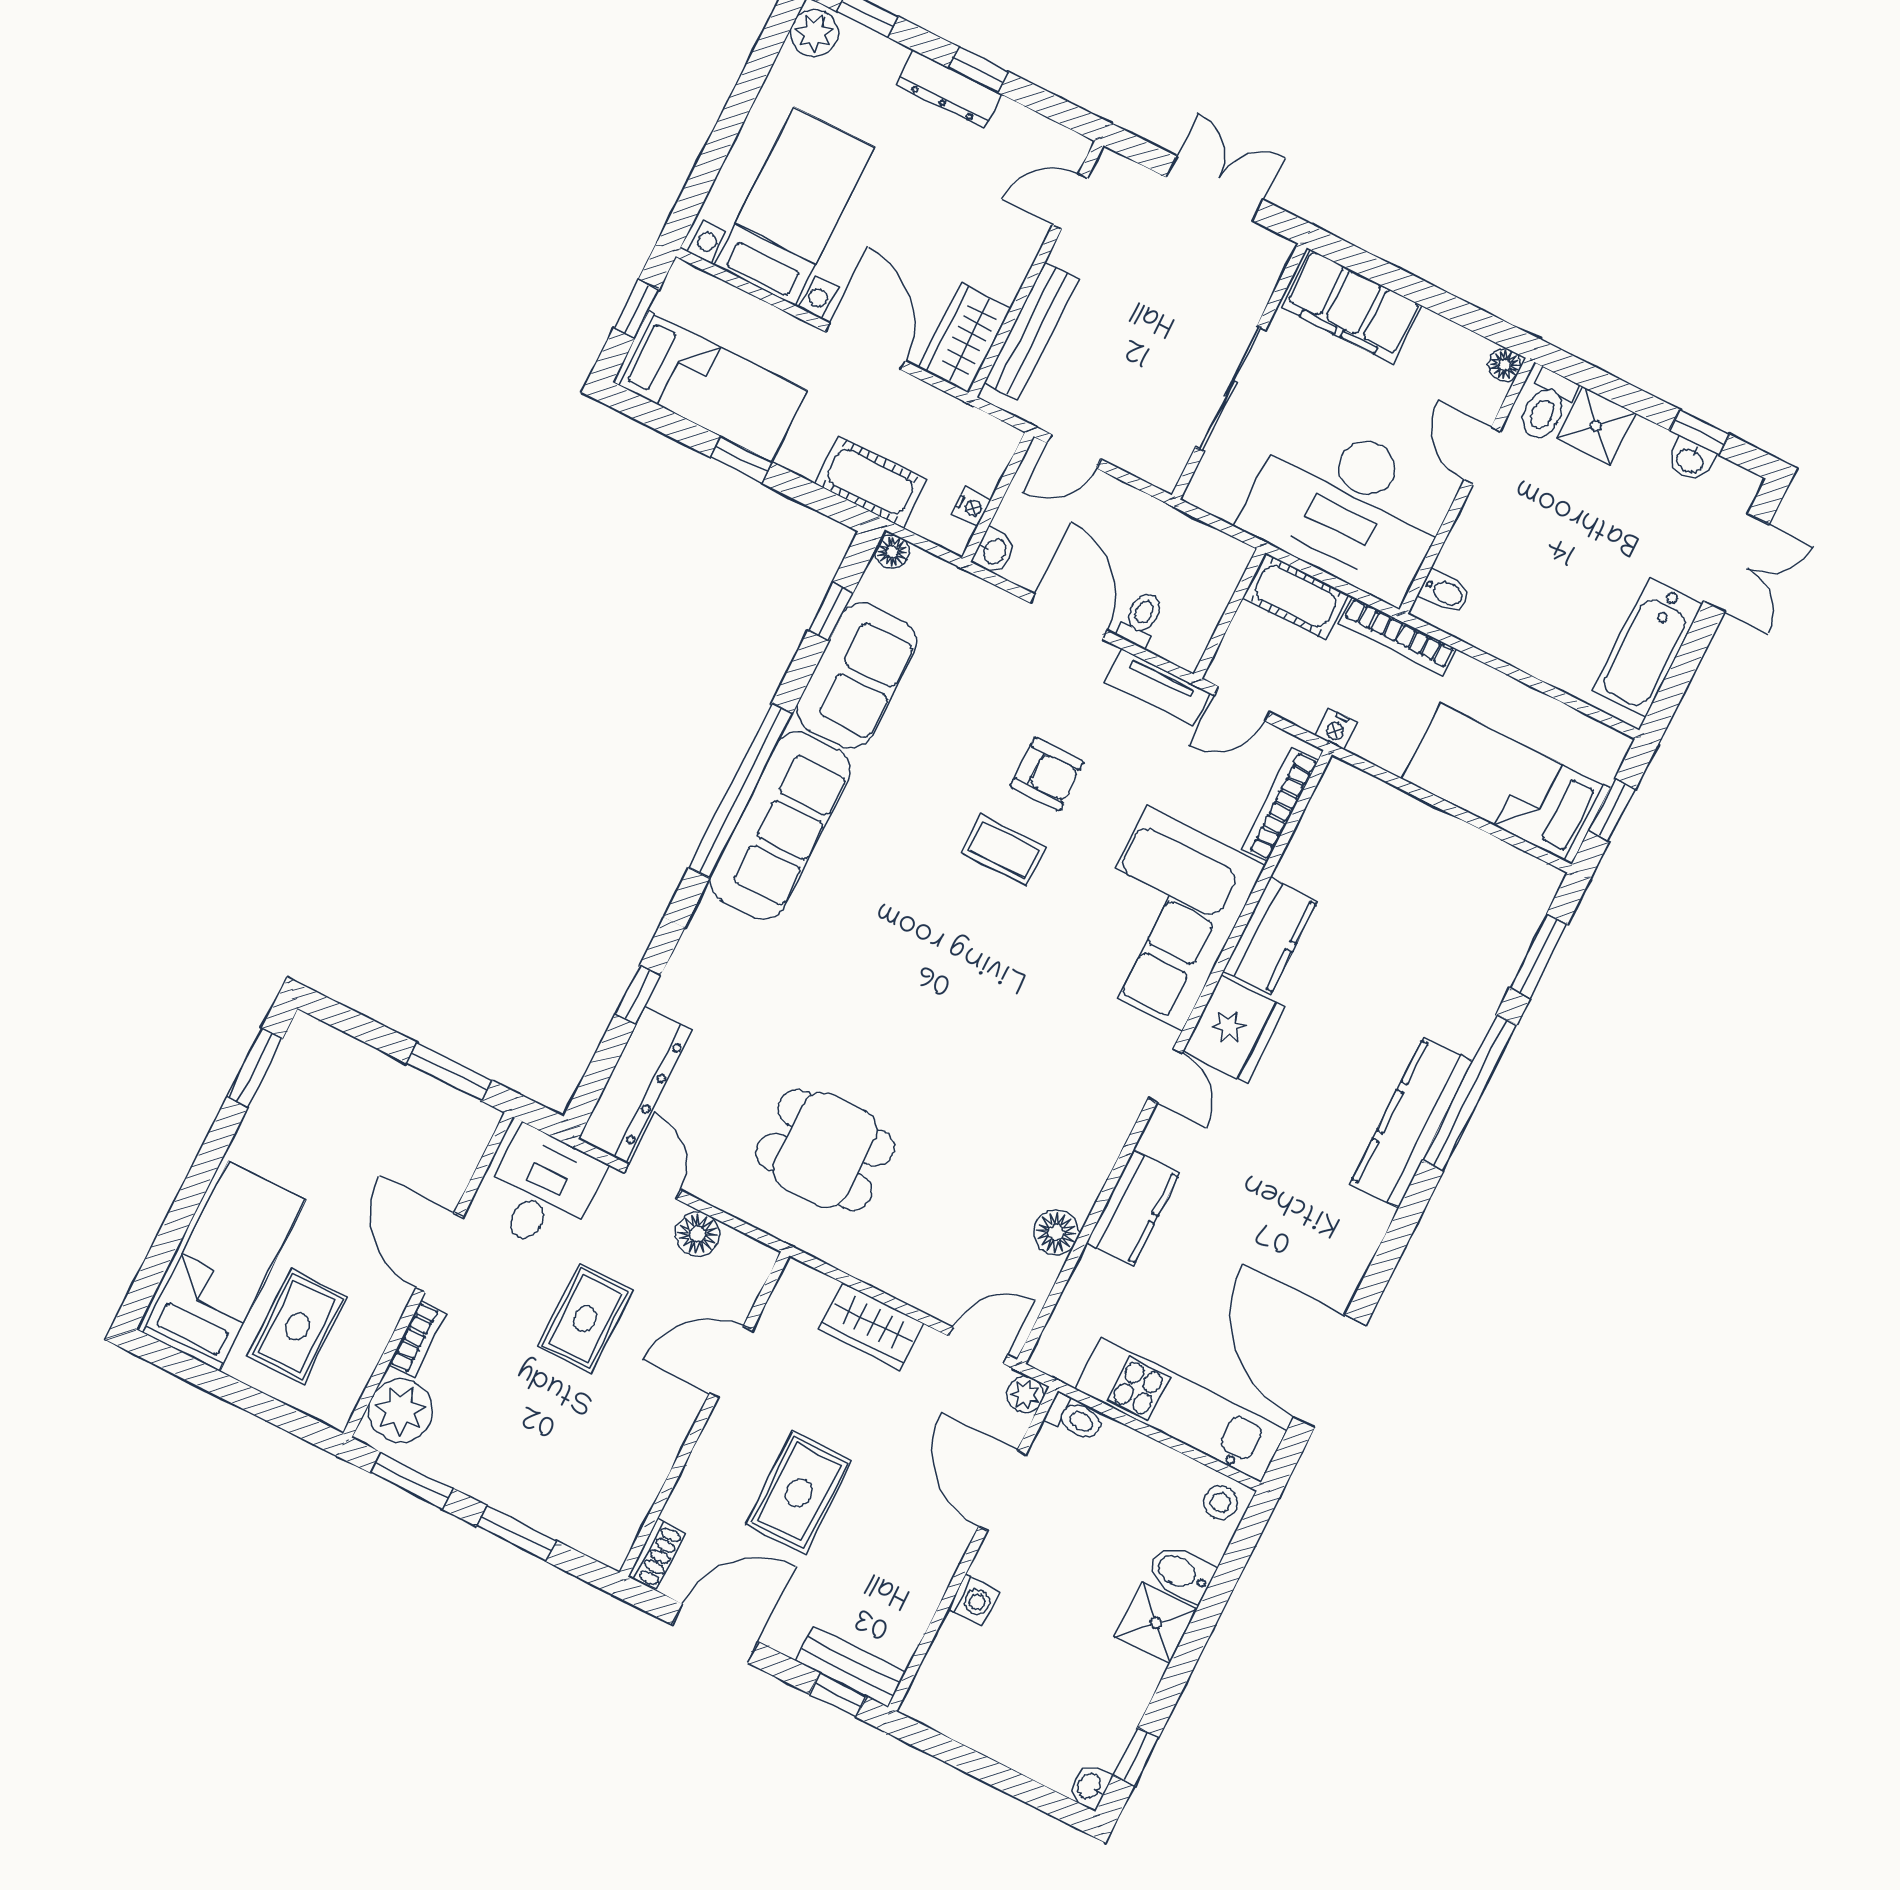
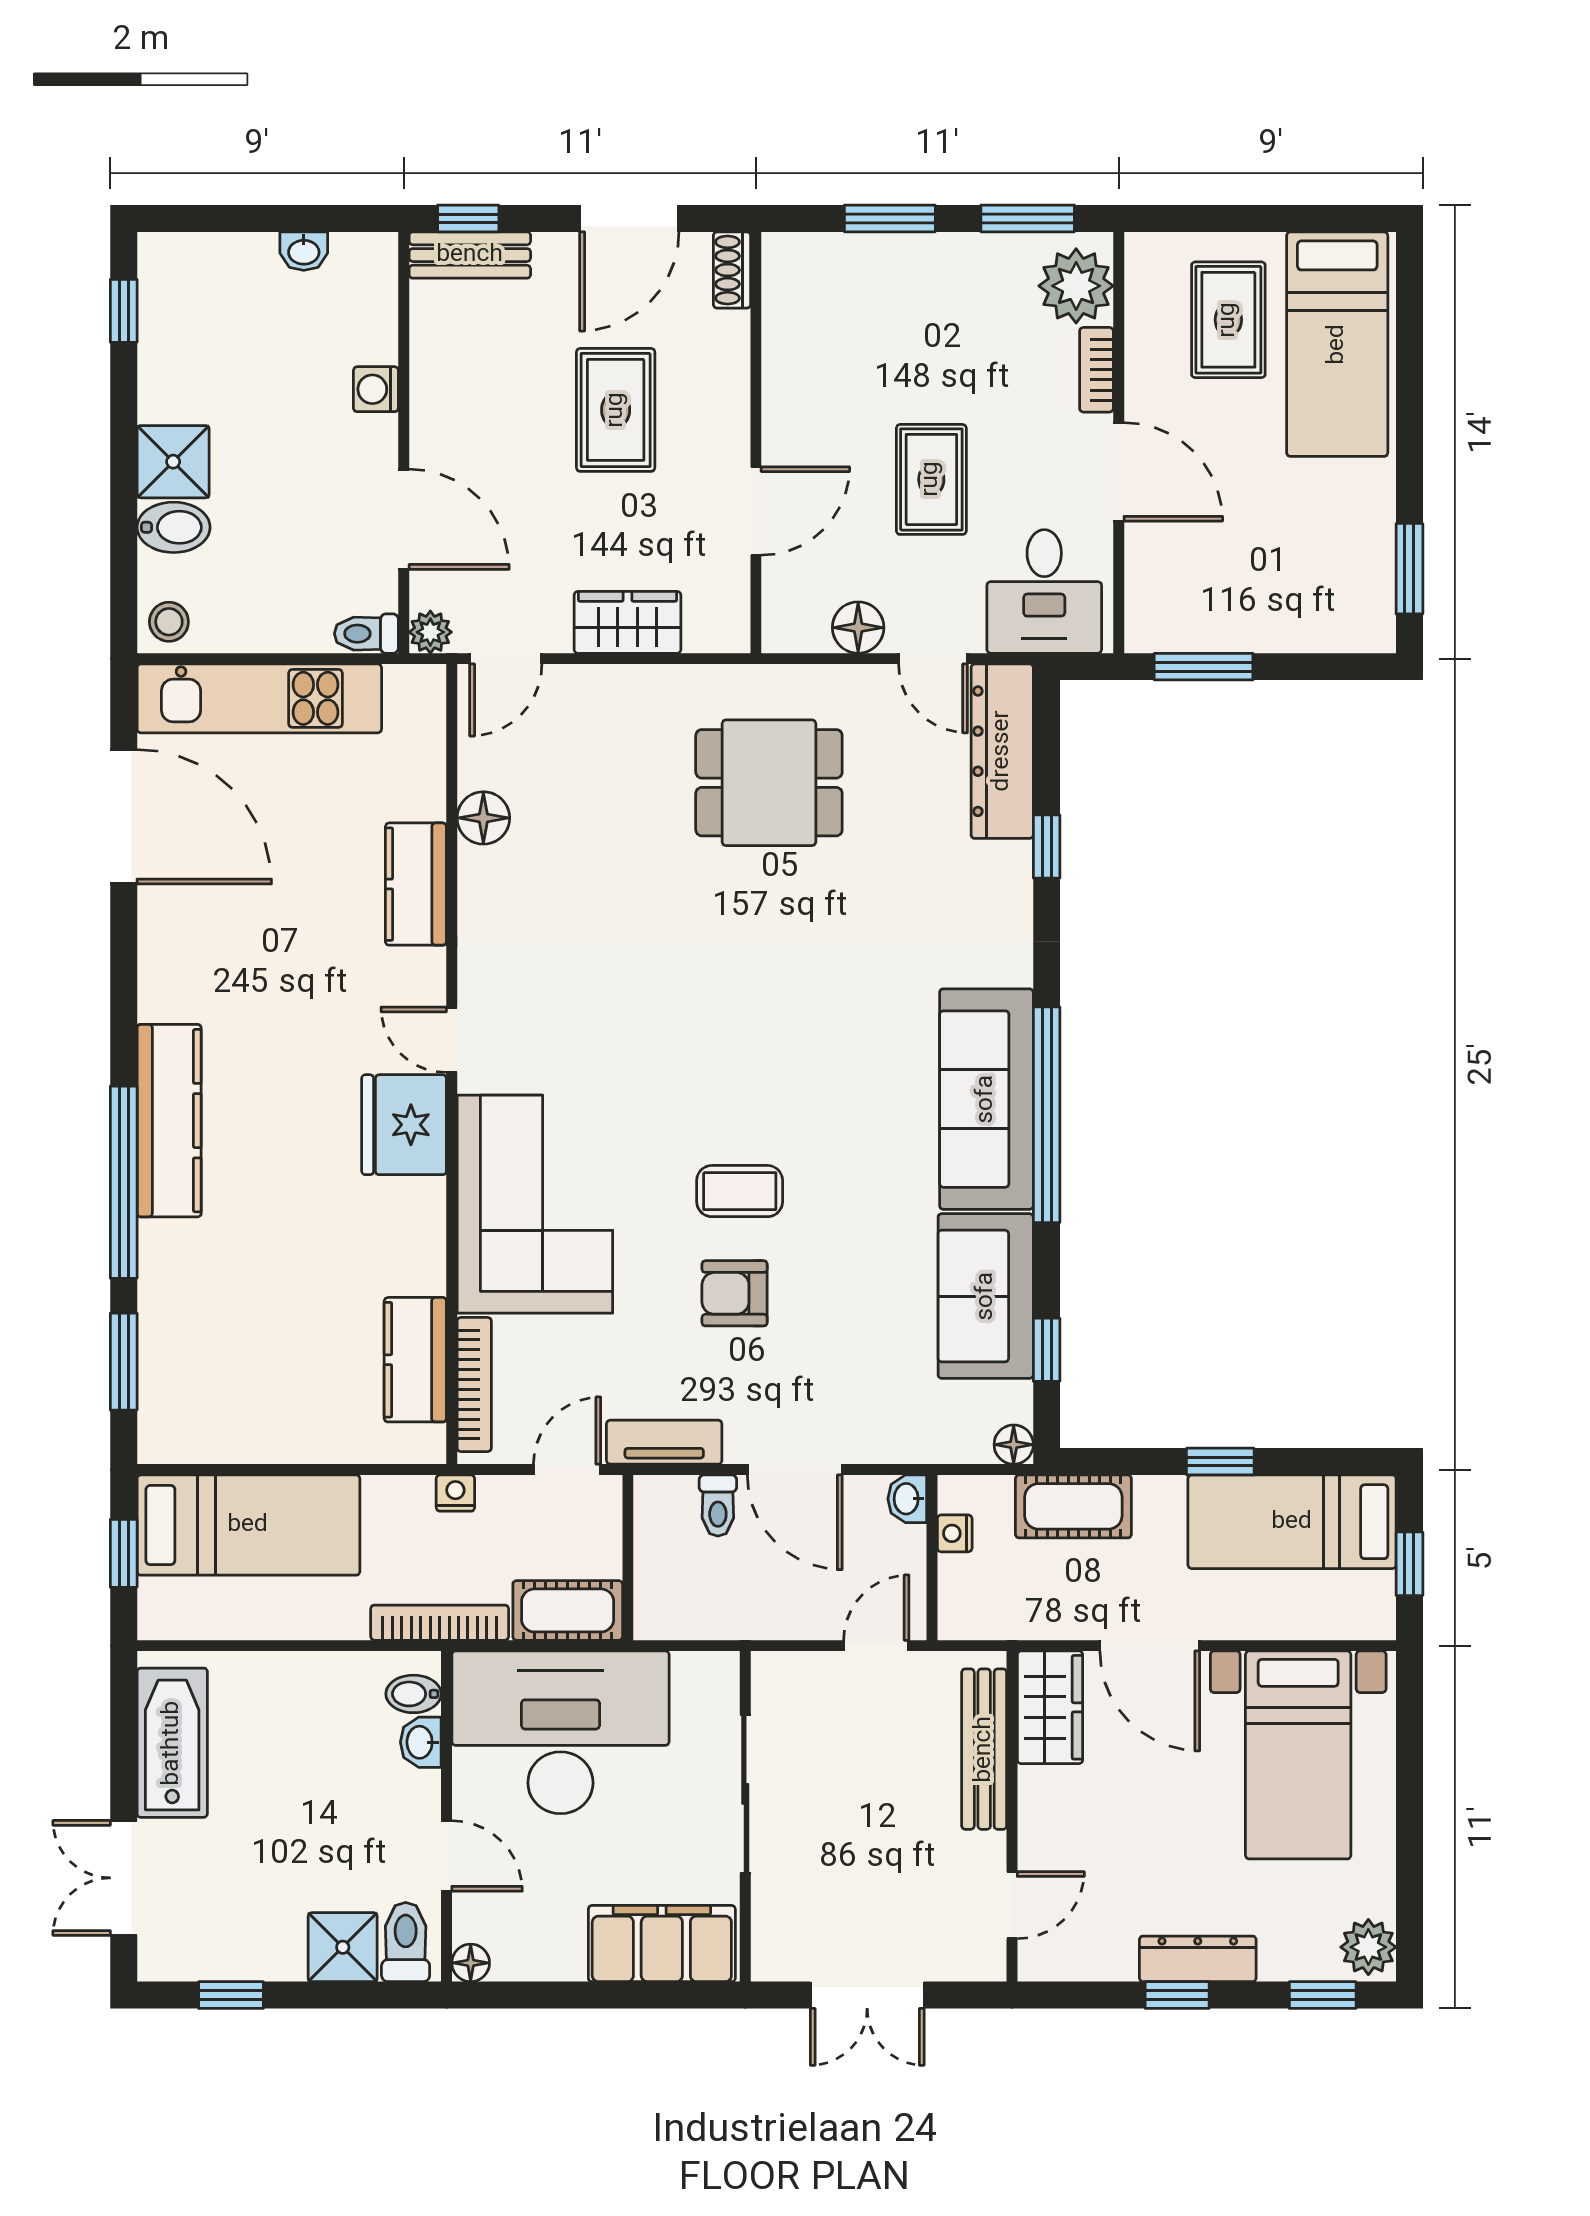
washbasin: (1690, 460) -> (421, 1742), moved, turned -90
kitchen counter: (1270, 936) -> (415, 1360), moved
washbasin: (1090, 1786) -> (304, 251), moved, turned 90

